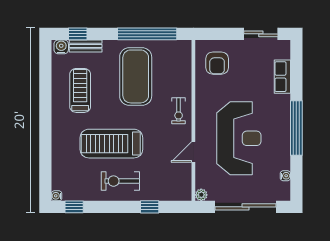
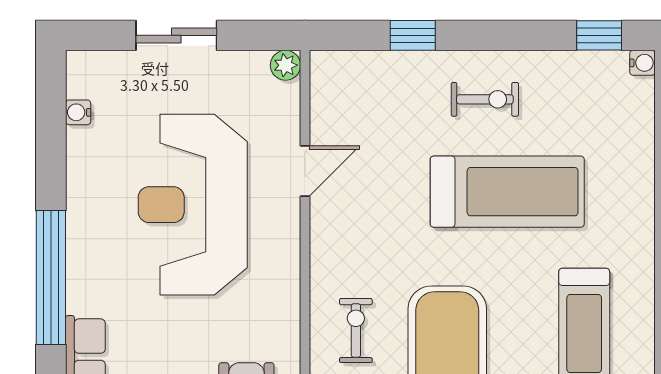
exercise bike: (179, 111) -> (356, 331), moved
window: (296, 128) -> (51, 277), moved
exercise bike: (120, 181) -> (485, 99), width x0.73, depth x0.72
sliding door: (246, 207) -> (176, 35), width x0.54

